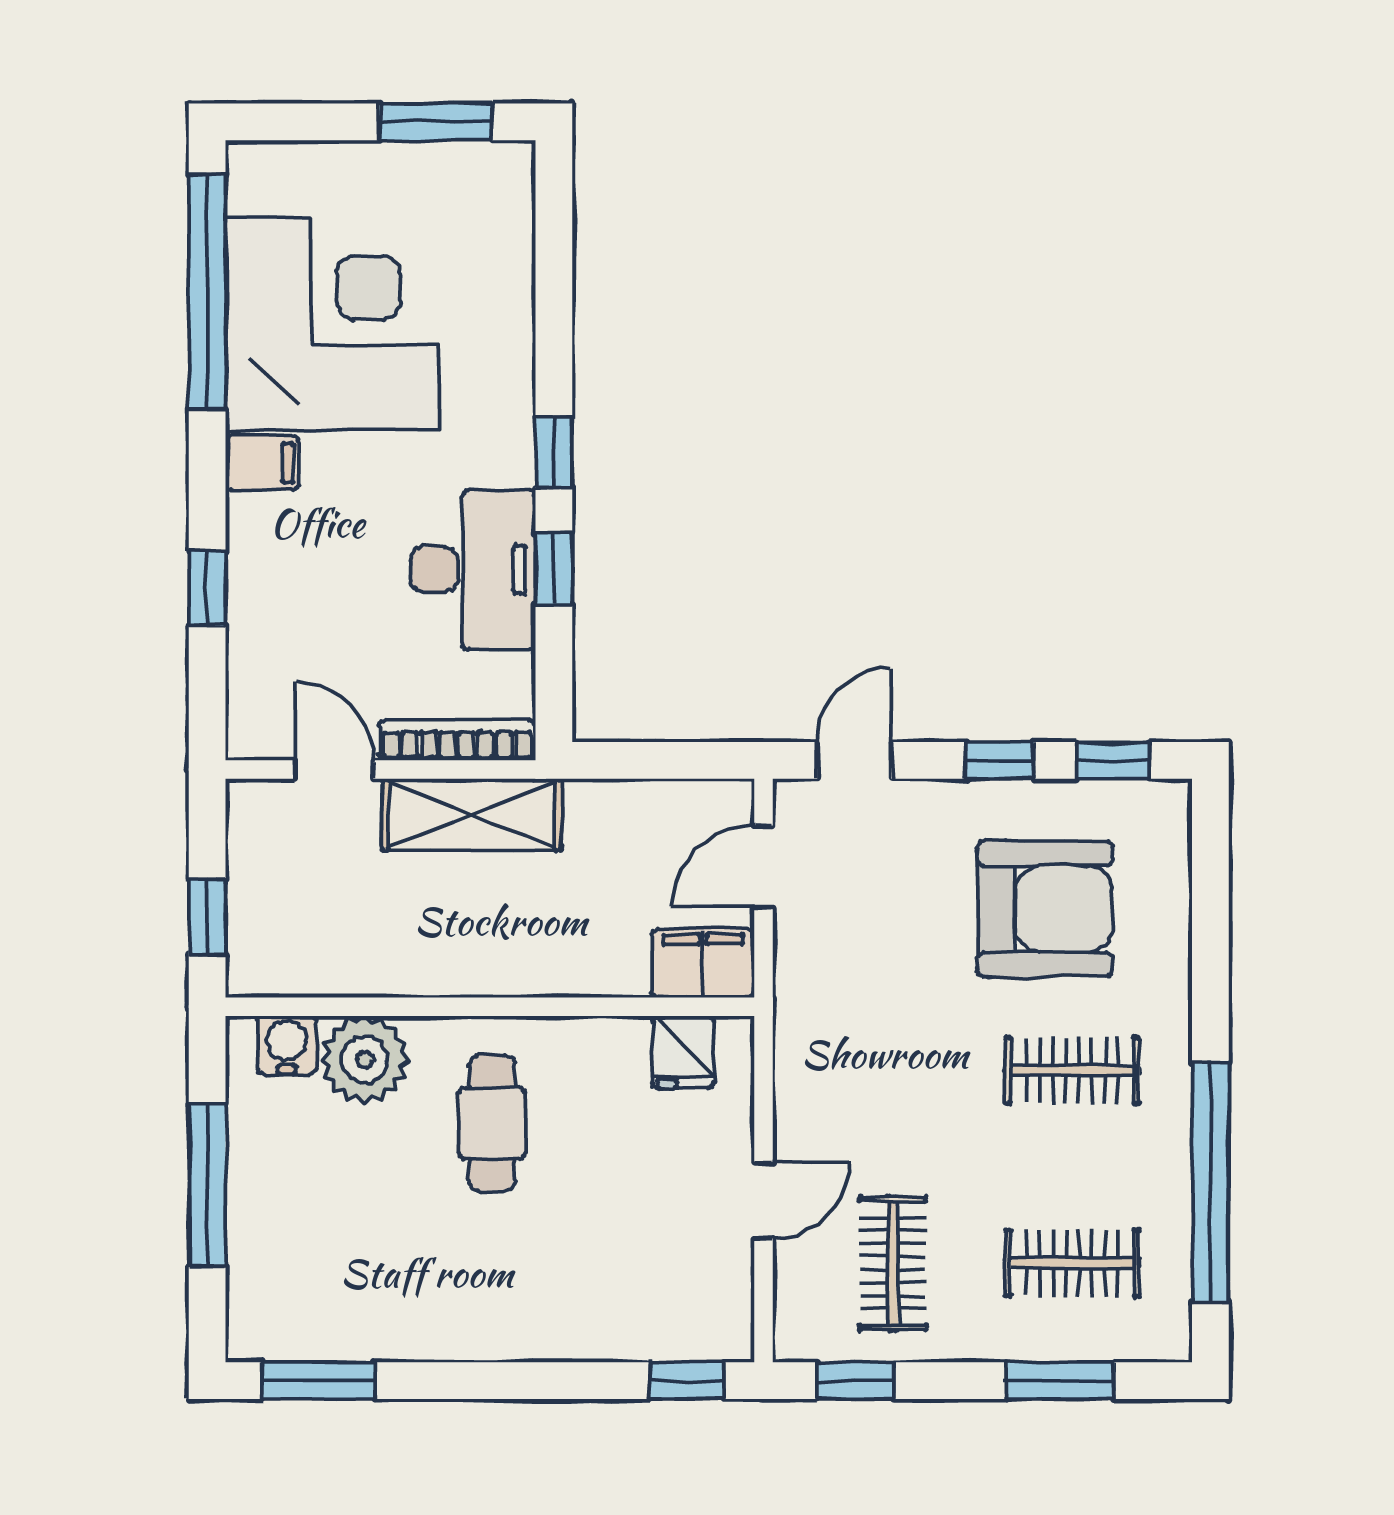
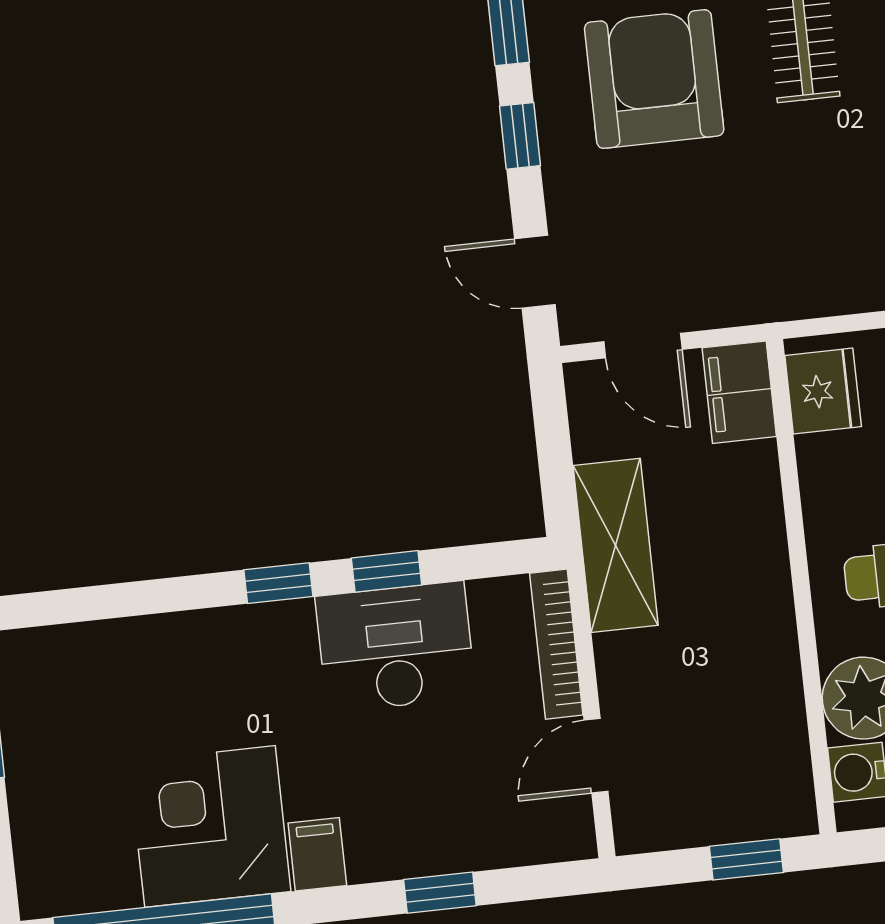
corner desk: (332, 324) -> (210, 826), width x0.74, depth x0.74
shelving: (472, 815) -> (616, 545), moved
fridge: (683, 1052) -> (823, 391), width x1.38

